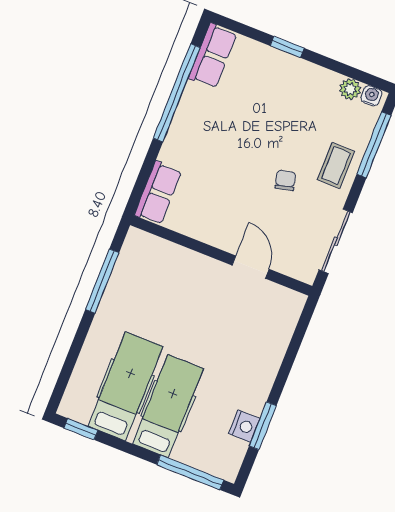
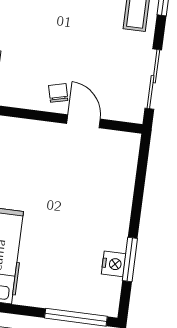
chair: (285, 180) -> (58, 93), moved
hospital bed: (168, 406) -> (41, 263), removed

